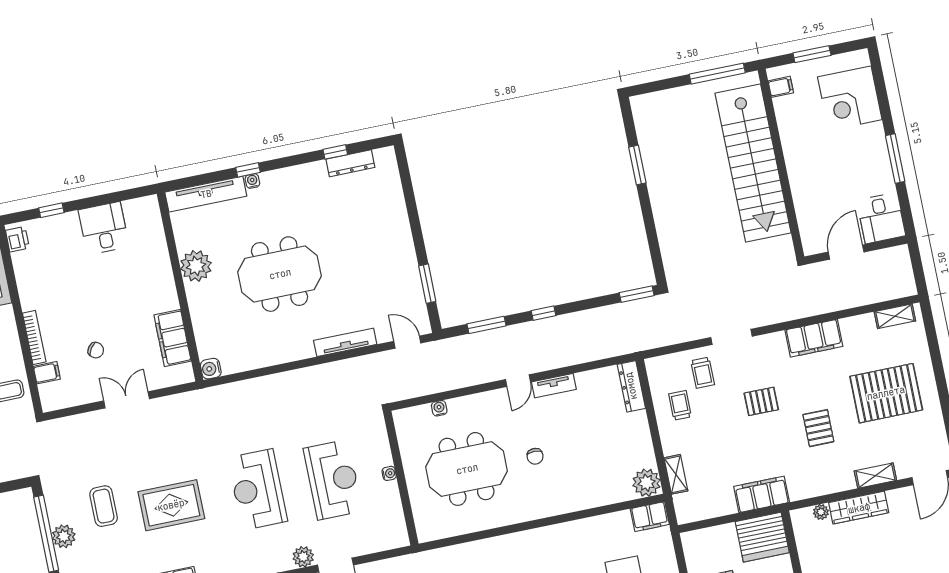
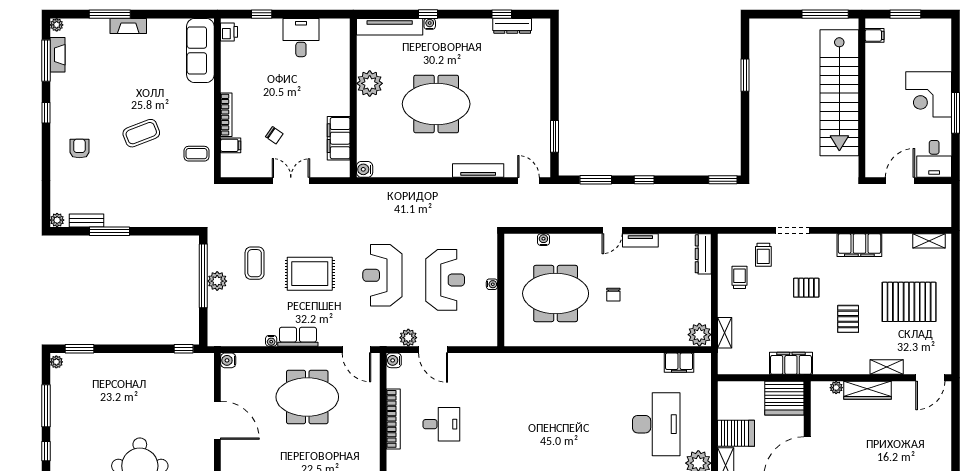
corner desk: (850, 98) -> (929, 94), moved
filing cabinet: (650, 517) -> (679, 363), moved

